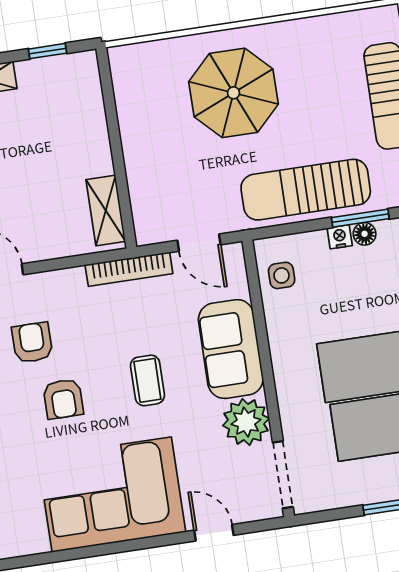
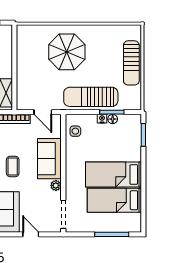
plant: (246, 422) -> (56, 185), width x0.53, depth x0.53

